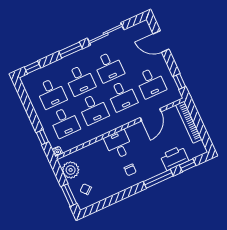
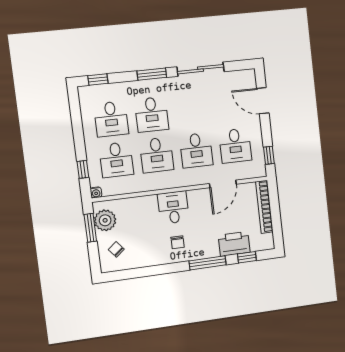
desk: (109, 67) -> (192, 110), removed
window: (69, 195) -> (90, 228), moved

